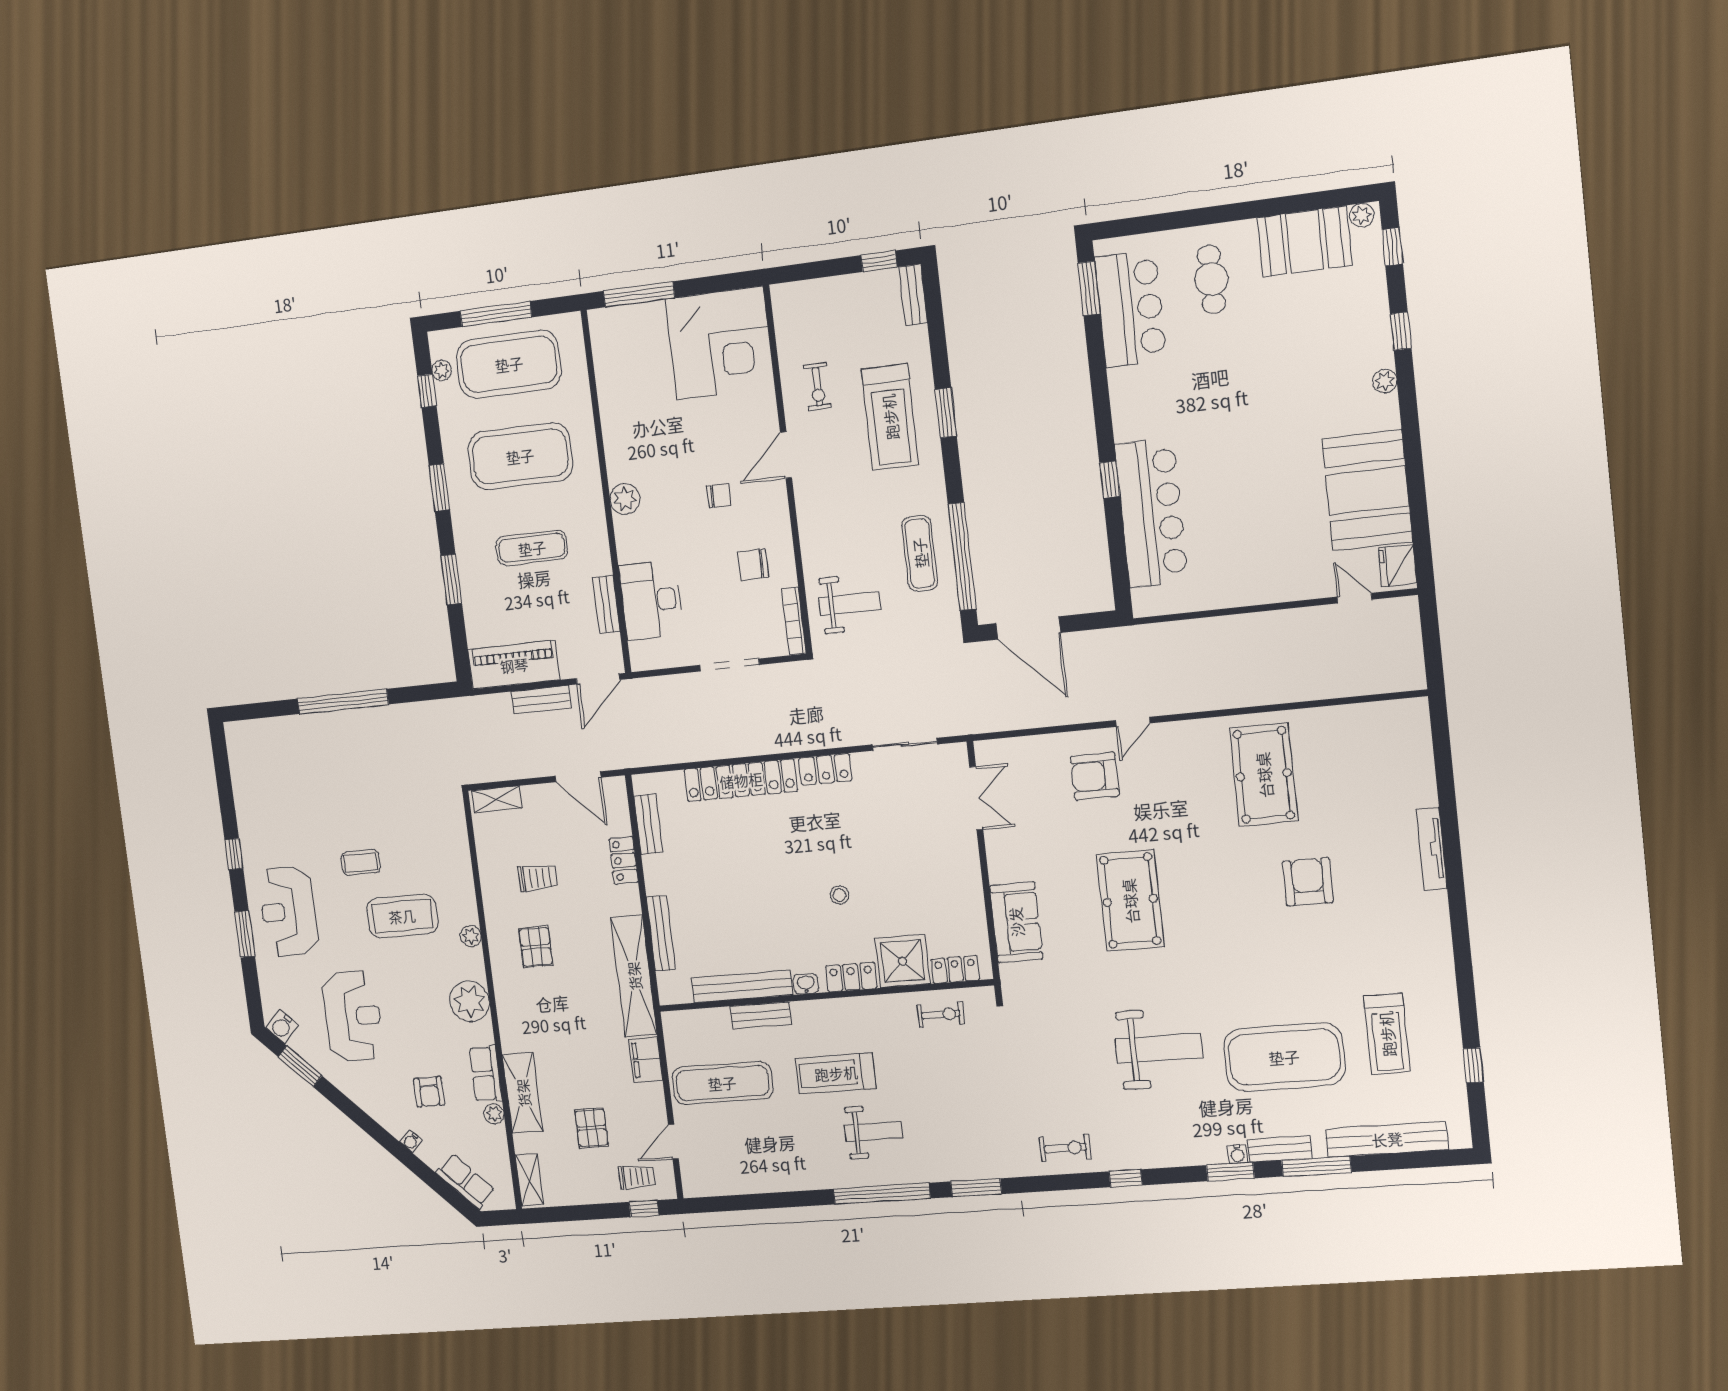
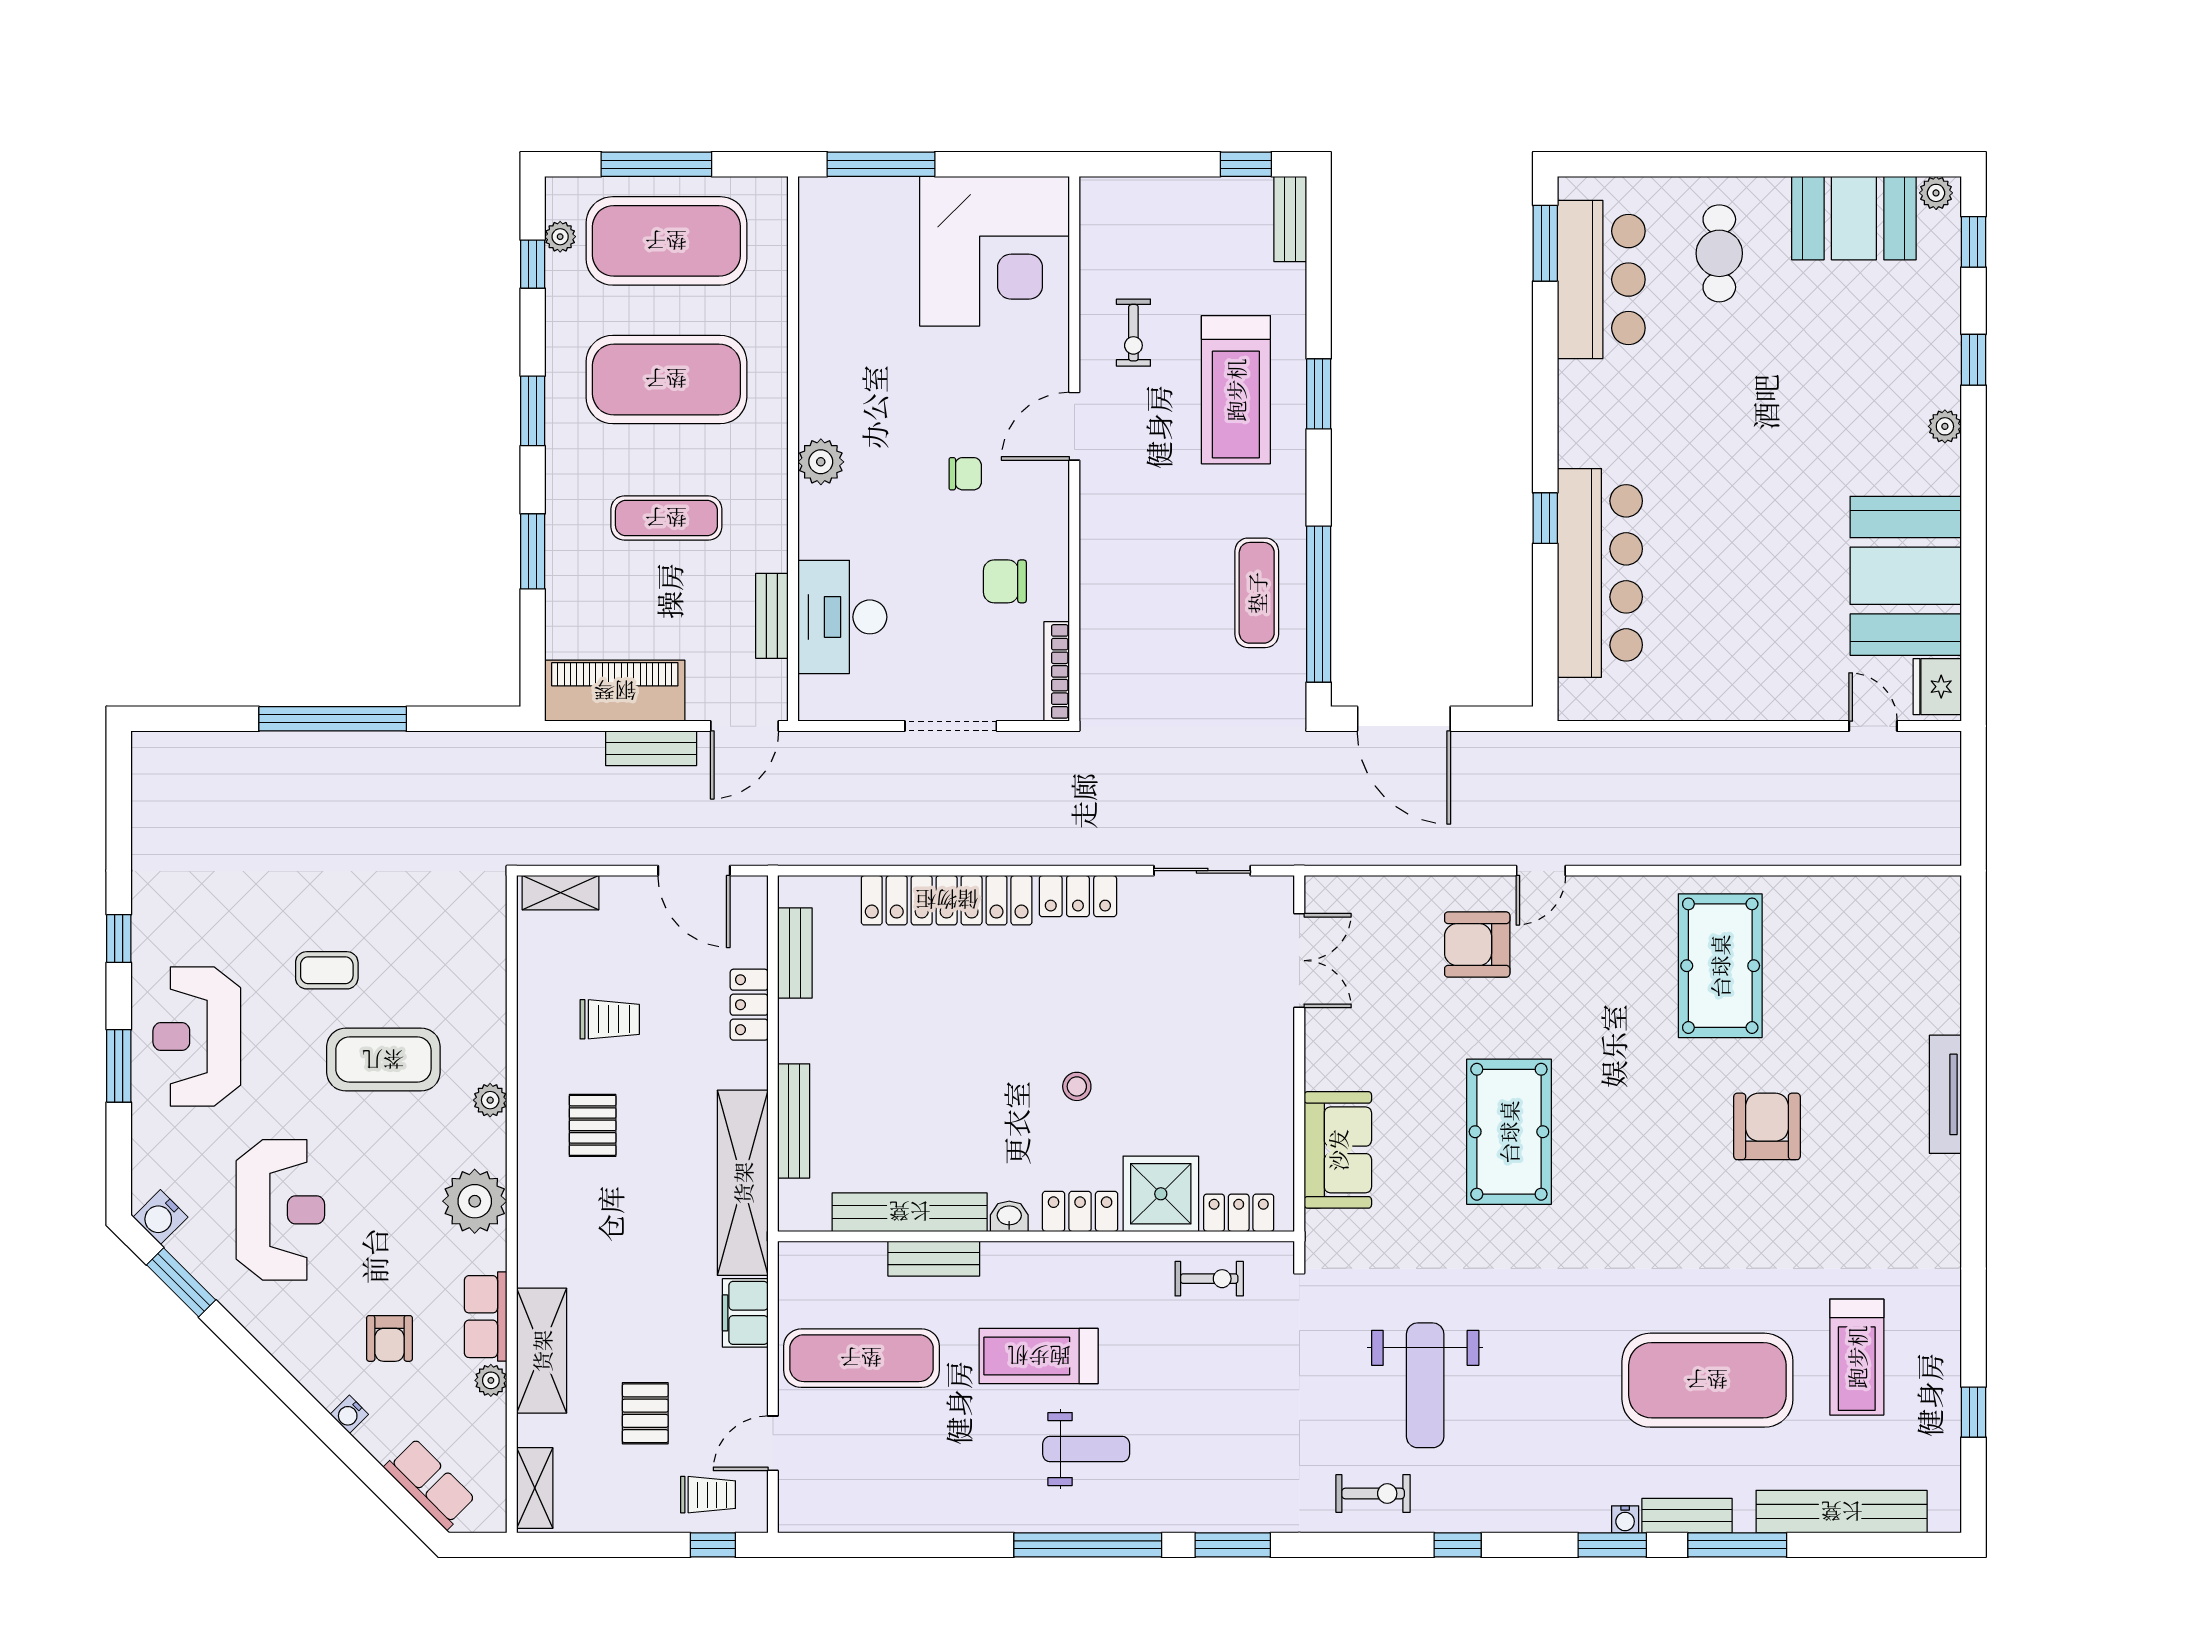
weight bench: (850, 603) -> (1144, 654), removed
weight bench: (1159, 1048) -> (1425, 1385), moved, turned 90

